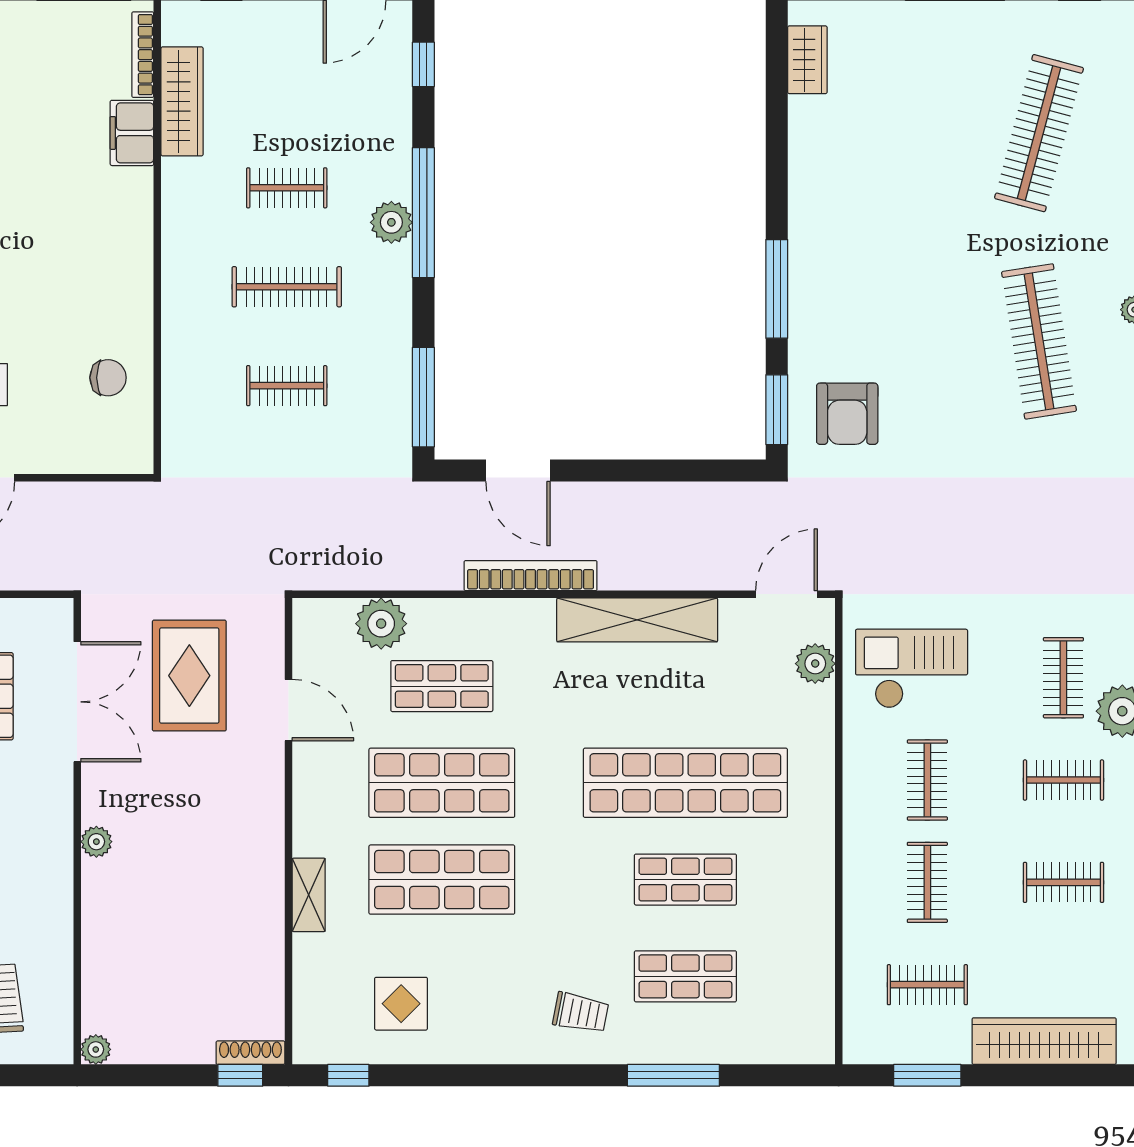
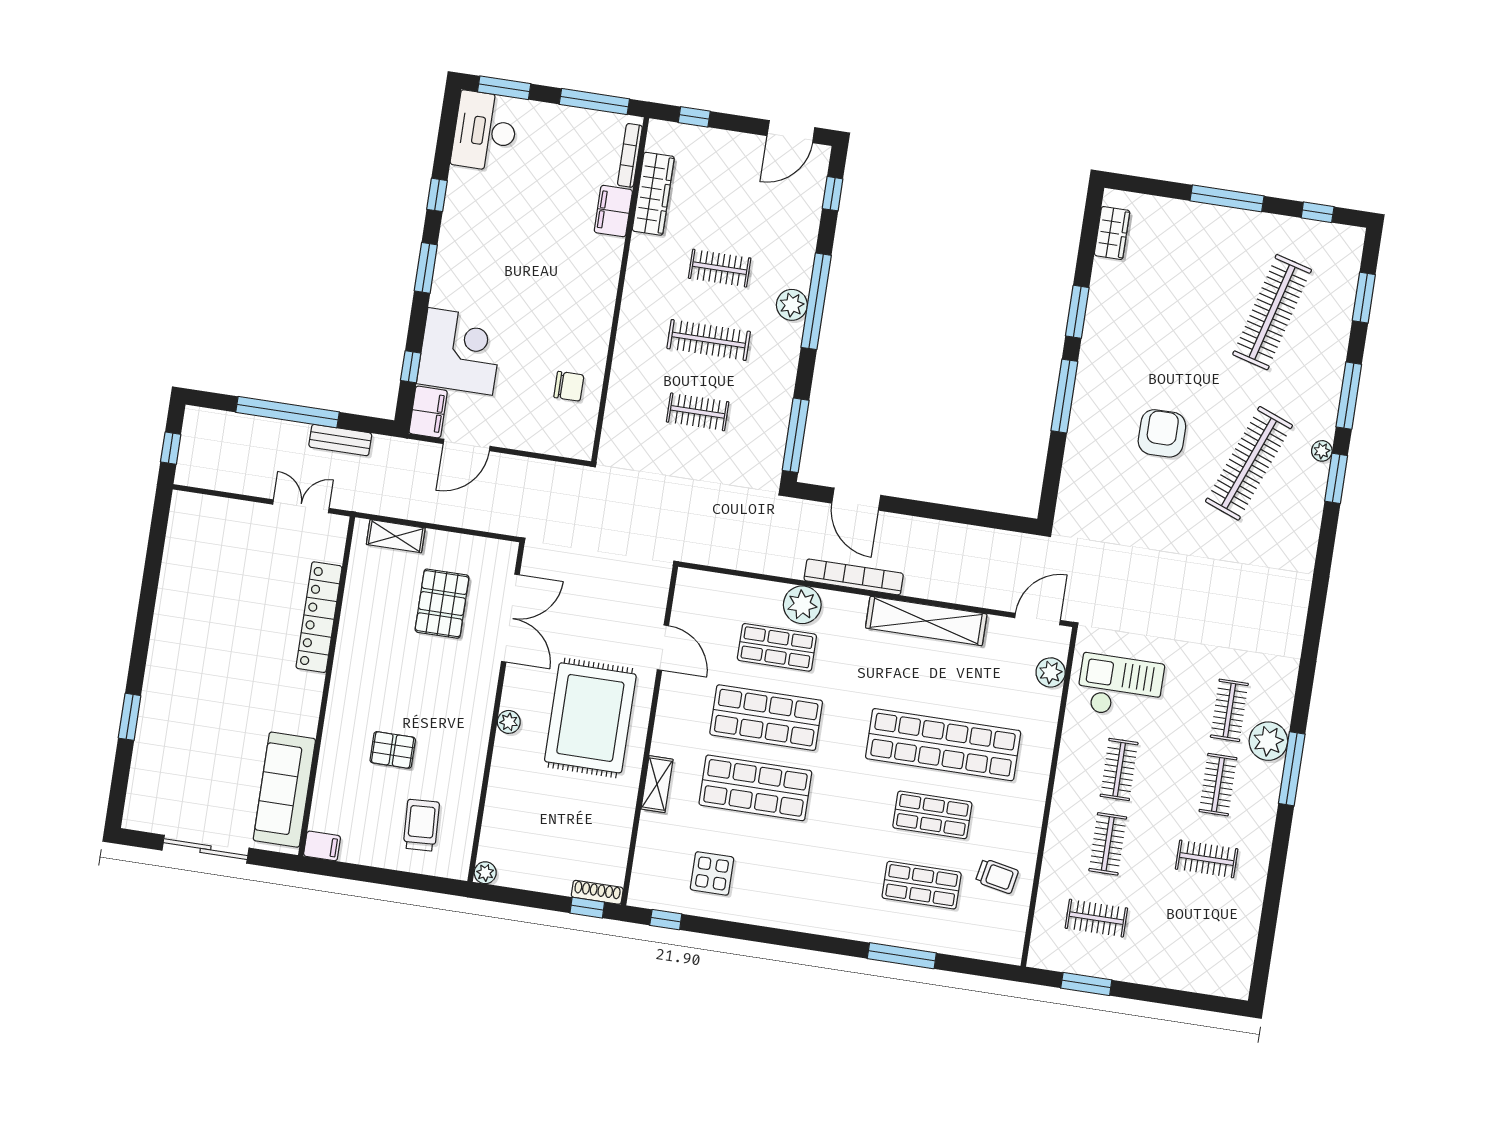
clothes rail: (1039, 341) -> (1249, 463), turned 30
window: (777, 410) -> (1077, 312), moved
armchair: (847, 414) -> (1162, 433), moved, turned 180
plant: (381, 624) -> (802, 605), moved
rug: (189, 676) -> (590, 718), moved, width x1.37, depth x1.44
clothes rail: (1063, 780) -> (1218, 785), turned 90
trolley: (581, 1013) -> (997, 876), moved
wardrobe: (1044, 1041) -> (1175, 972), removed

